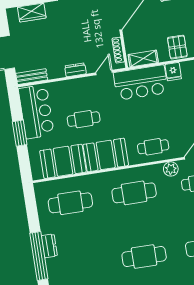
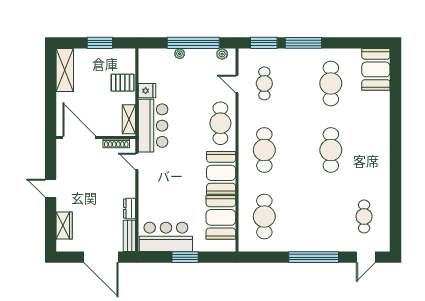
dresser: (75, 70) -> (130, 208), moved
cafe table: (84, 119) -> (181, 190), removed
cafe table: (153, 147) -> (220, 123), width x1.37, depth x1.35
plant: (171, 169) -> (246, 109), removed
dresser: (49, 246) -> (305, 245), removed

